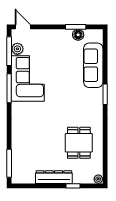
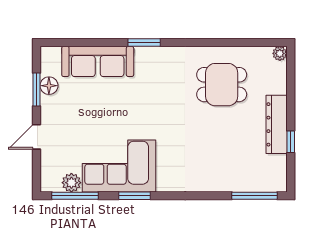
door: (23, 27) -> (36, 137), moved
window: (9, 88) -> (135, 196), width x0.69
window: (73, 186) -> (291, 142), moved

